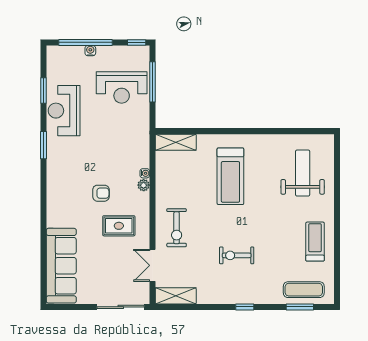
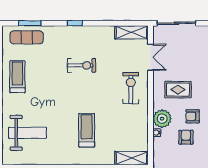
armchair: (109, 168) -> (186, 137), added
weight bench: (303, 173) -> (28, 133), turned -90
treadmill: (230, 176) -> (87, 130), width x0.73, depth x0.73
plant: (144, 185) -> (162, 119), width x1.88, depth x1.88
treadmill: (315, 242) -> (17, 77), turned 180

